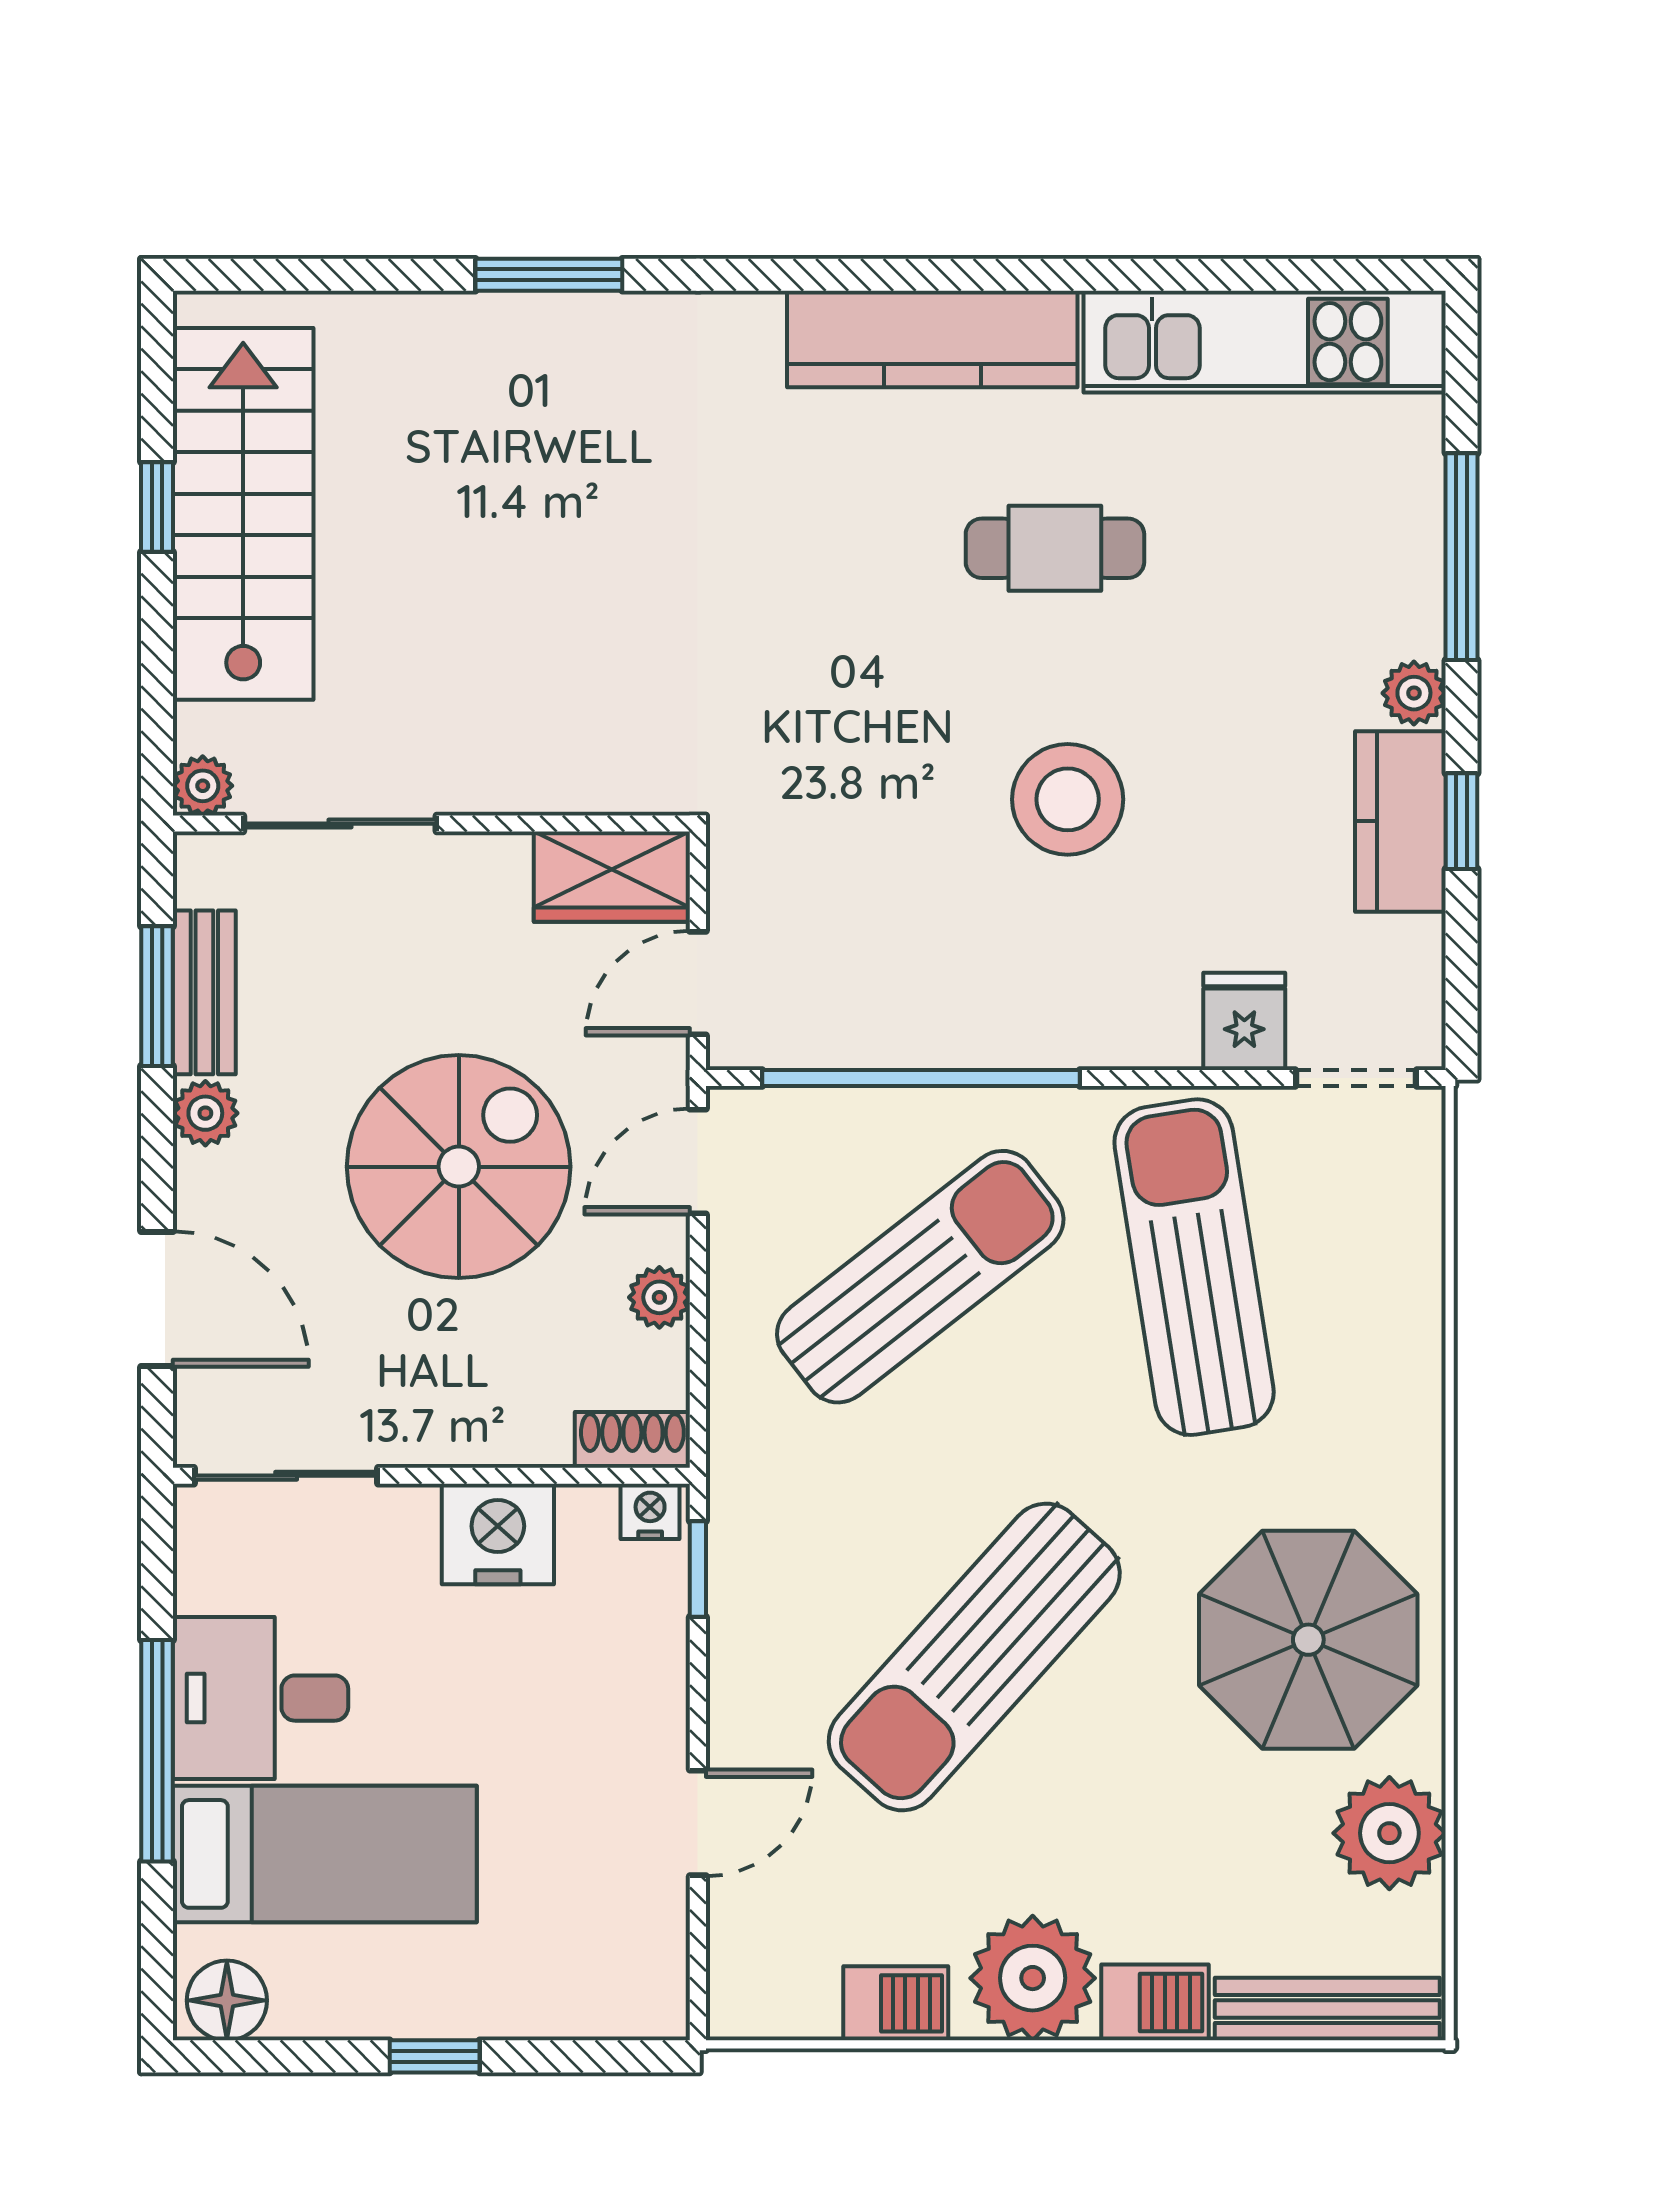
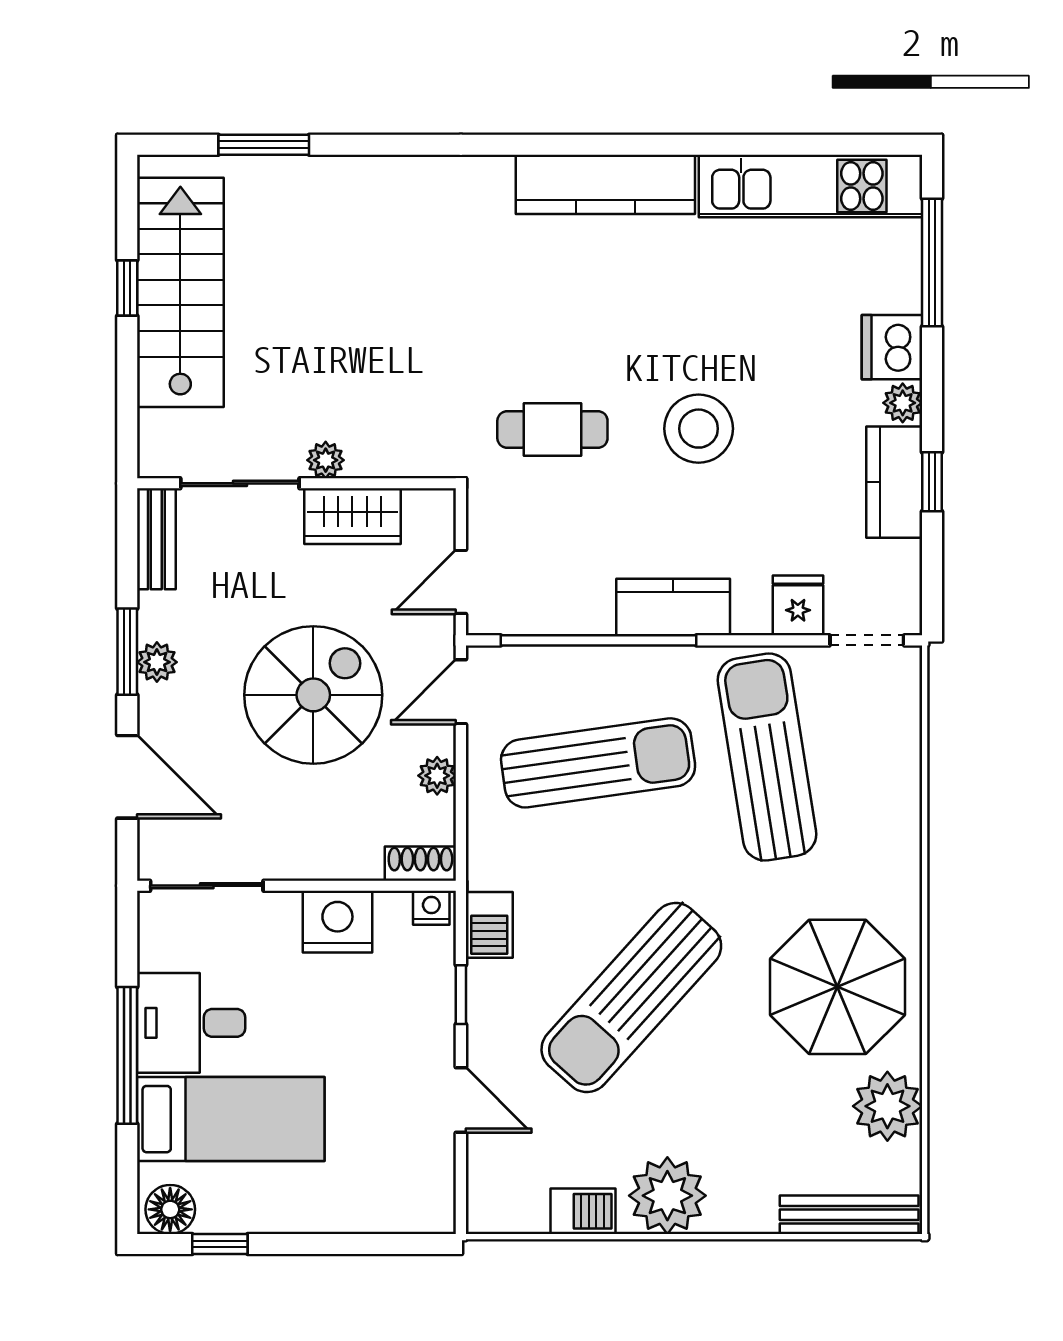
window: (549, 275) -> (264, 145), moved
cafe table: (1055, 548) -> (552, 429), moved
window: (1462, 557) -> (932, 262), moved
dishwasher: (1397, 603) -> (892, 347), added
plant: (203, 786) -> (326, 460), moved
stool: (1068, 799) -> (699, 429), moved
wardrobe: (612, 877) -> (352, 516), moved
bench: (204, 992) -> (156, 539), moved
window: (157, 996) -> (127, 652), moved
kitchen counter: (1042, 1024) -> (673, 607), added
sun lounger: (920, 1277) -> (598, 763), turned 30
window: (698, 1569) -> (461, 995), moved
door: (698, 1823) -> (461, 1100), hinge flipped
barbecue: (1155, 2002) -> (489, 925), moved, turned 90
window: (435, 2056) -> (220, 1244), moved

